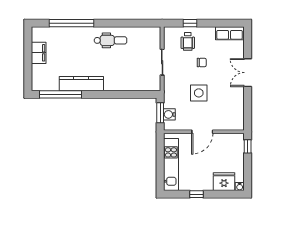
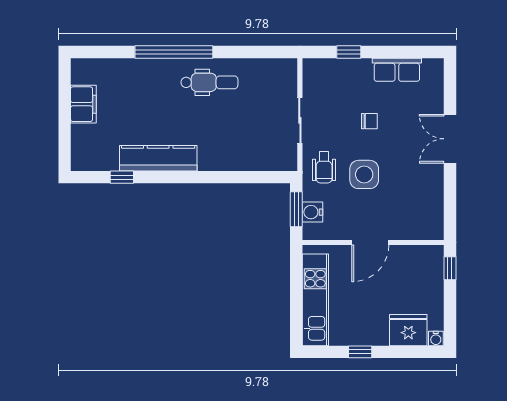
window: (71, 23) -> (174, 52), moved
row of seats: (230, 33) -> (397, 70), moved
wheelchair: (188, 41) -> (324, 167), moved
window: (61, 94) -> (122, 177), width x0.32

